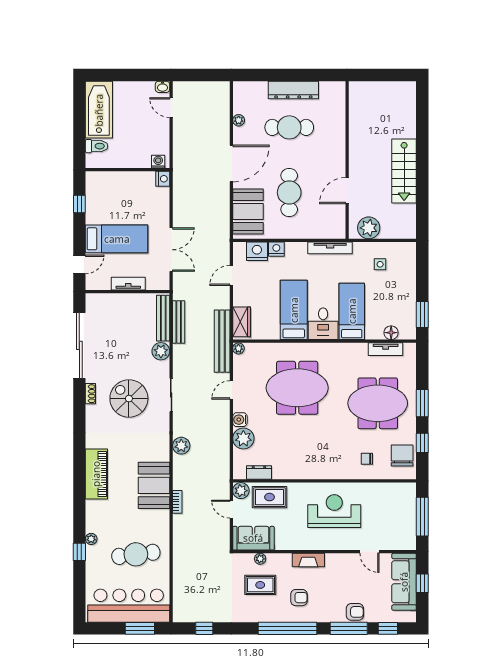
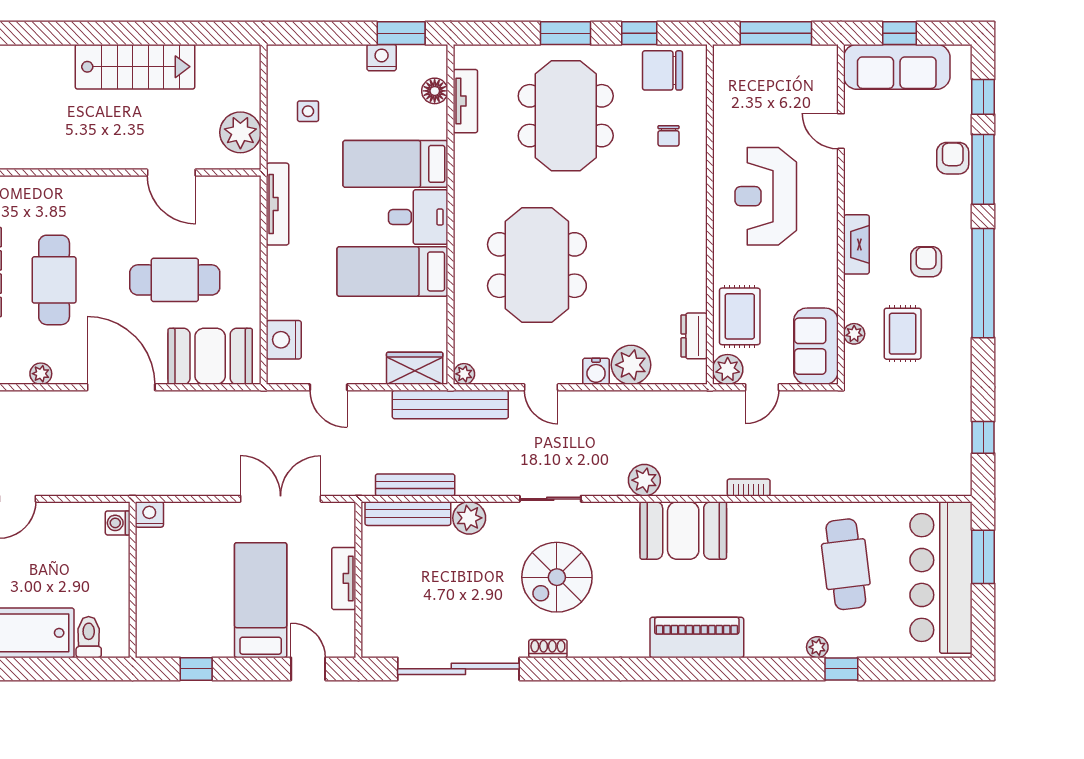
nightstand: (276, 249) -> (382, 58), moved, turned 90
booth: (154, 485) -> (683, 530), moved
door: (369, 552) -> (841, 131), swing flipped

